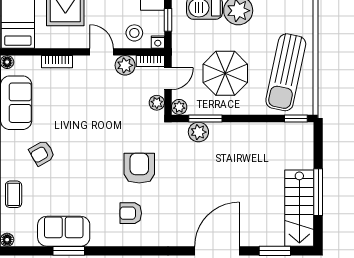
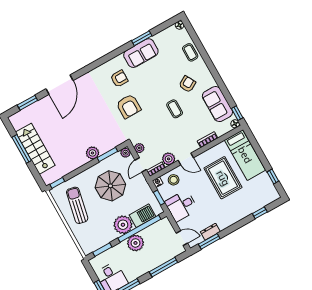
sun lounger: (286, 72) -> (77, 205), width x0.73, depth x0.75
coffee table: (78, 129) -> (175, 109), added
plant: (198, 132) -> (92, 153), moved
stairs: (299, 208) -> (35, 149), moved
sofa: (64, 231) -> (141, 53), moved

